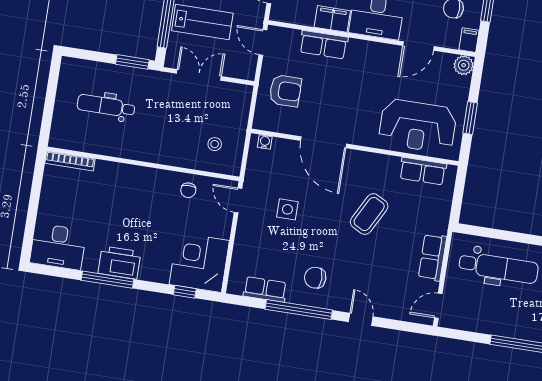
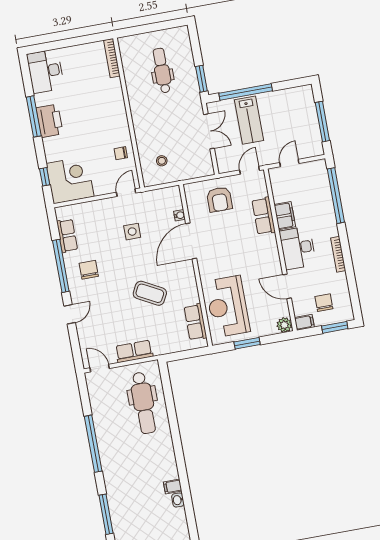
water cooler: (265, 142) -> (180, 215), moved

